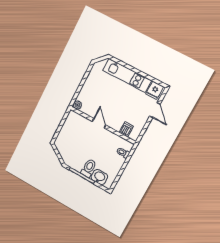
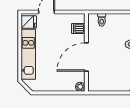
door: (99, 123) -> (86, 57), width x1.87

